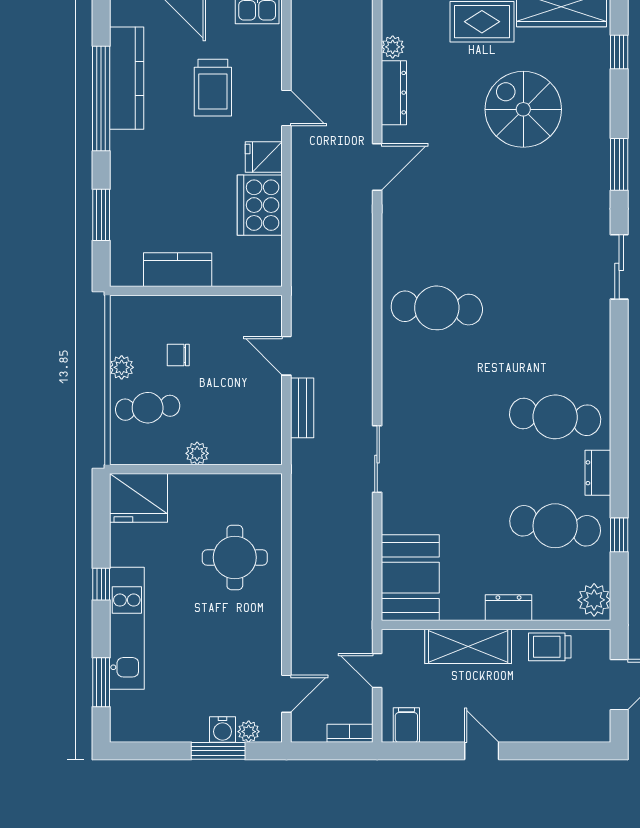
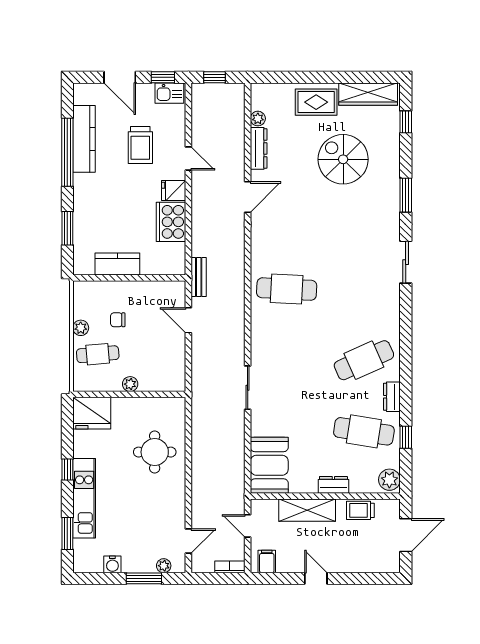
bench: (302, 408) -> (199, 277), moved
cafe table: (555, 417) -> (364, 360), turned -30
water cooler: (223, 729) -> (112, 564), moved

